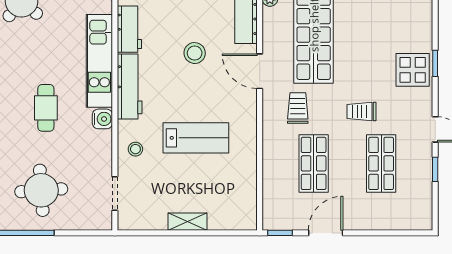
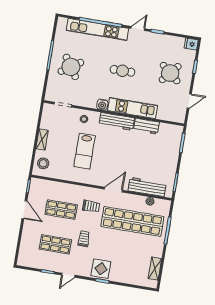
stool: (195, 53) -> (43, 163), moved
cafe table: (46, 108) -> (123, 71), moved
round table: (41, 190) -> (71, 67), turned -30

